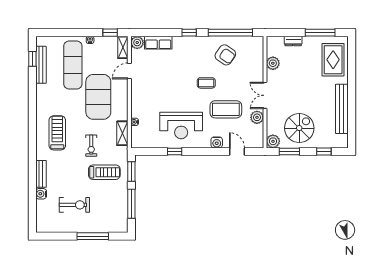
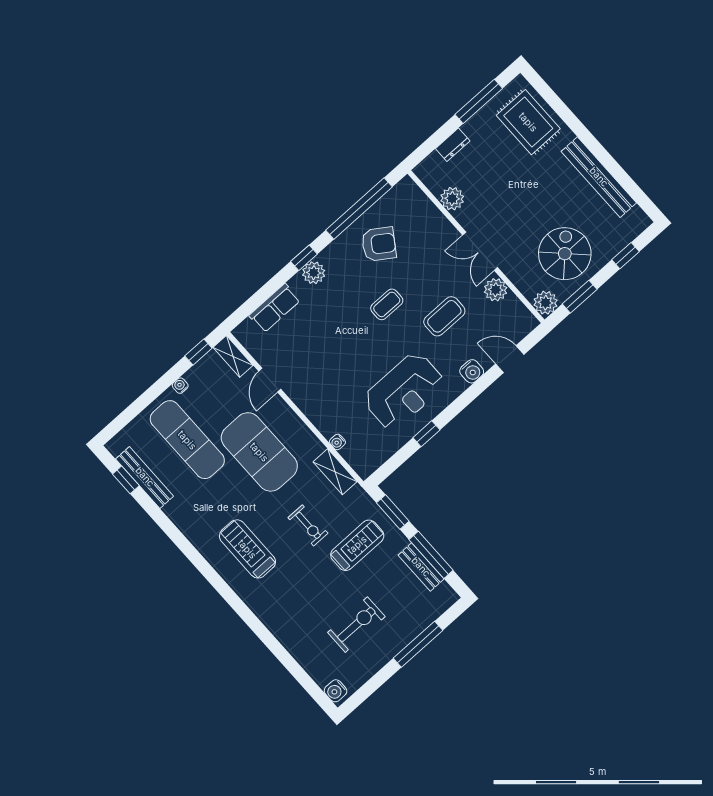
plant: (137, 43) -> (314, 273), moved
coffee table: (226, 109) -> (444, 316), width x0.73, depth x0.76
bench: (41, 174) -> (421, 567), moved
water cooler: (41, 194) -> (336, 691), moved

